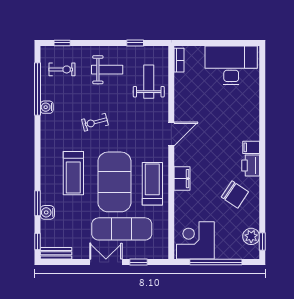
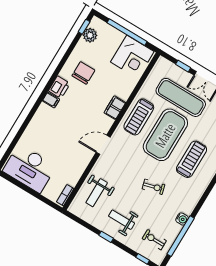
window: (135, 43) -> (106, 237), moved
chair: (235, 194) -> (83, 73), turned 56

